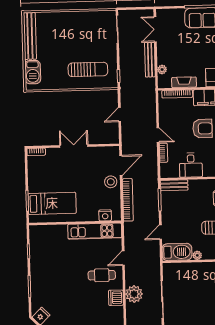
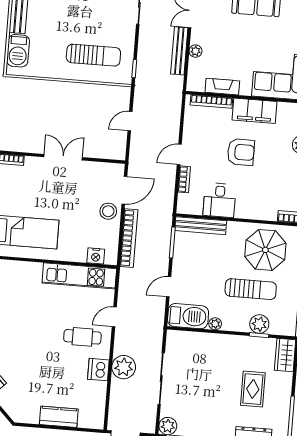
plant: (162, 69) -> (196, 51), moved
door: (158, 135) -> (179, 154), swing flipped
bench: (174, 185) -> (201, 226), width x1.36

